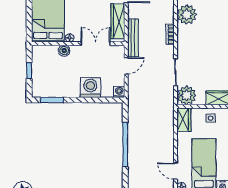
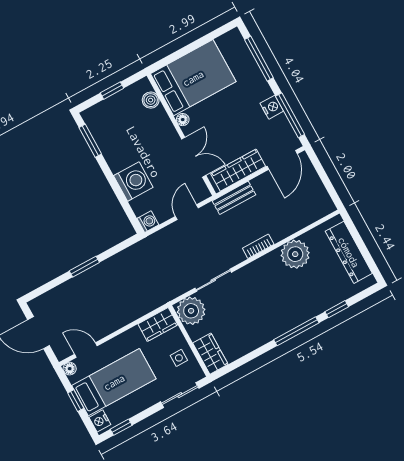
bench: (133, 38) -> (234, 198), width x0.73
boiler: (64, 51) -> (151, 100), moved
door: (126, 66) -> (187, 212), swing flipped
window: (125, 145) -> (84, 267), width x0.47
door: (175, 171) -> (86, 350), hinge flipped

